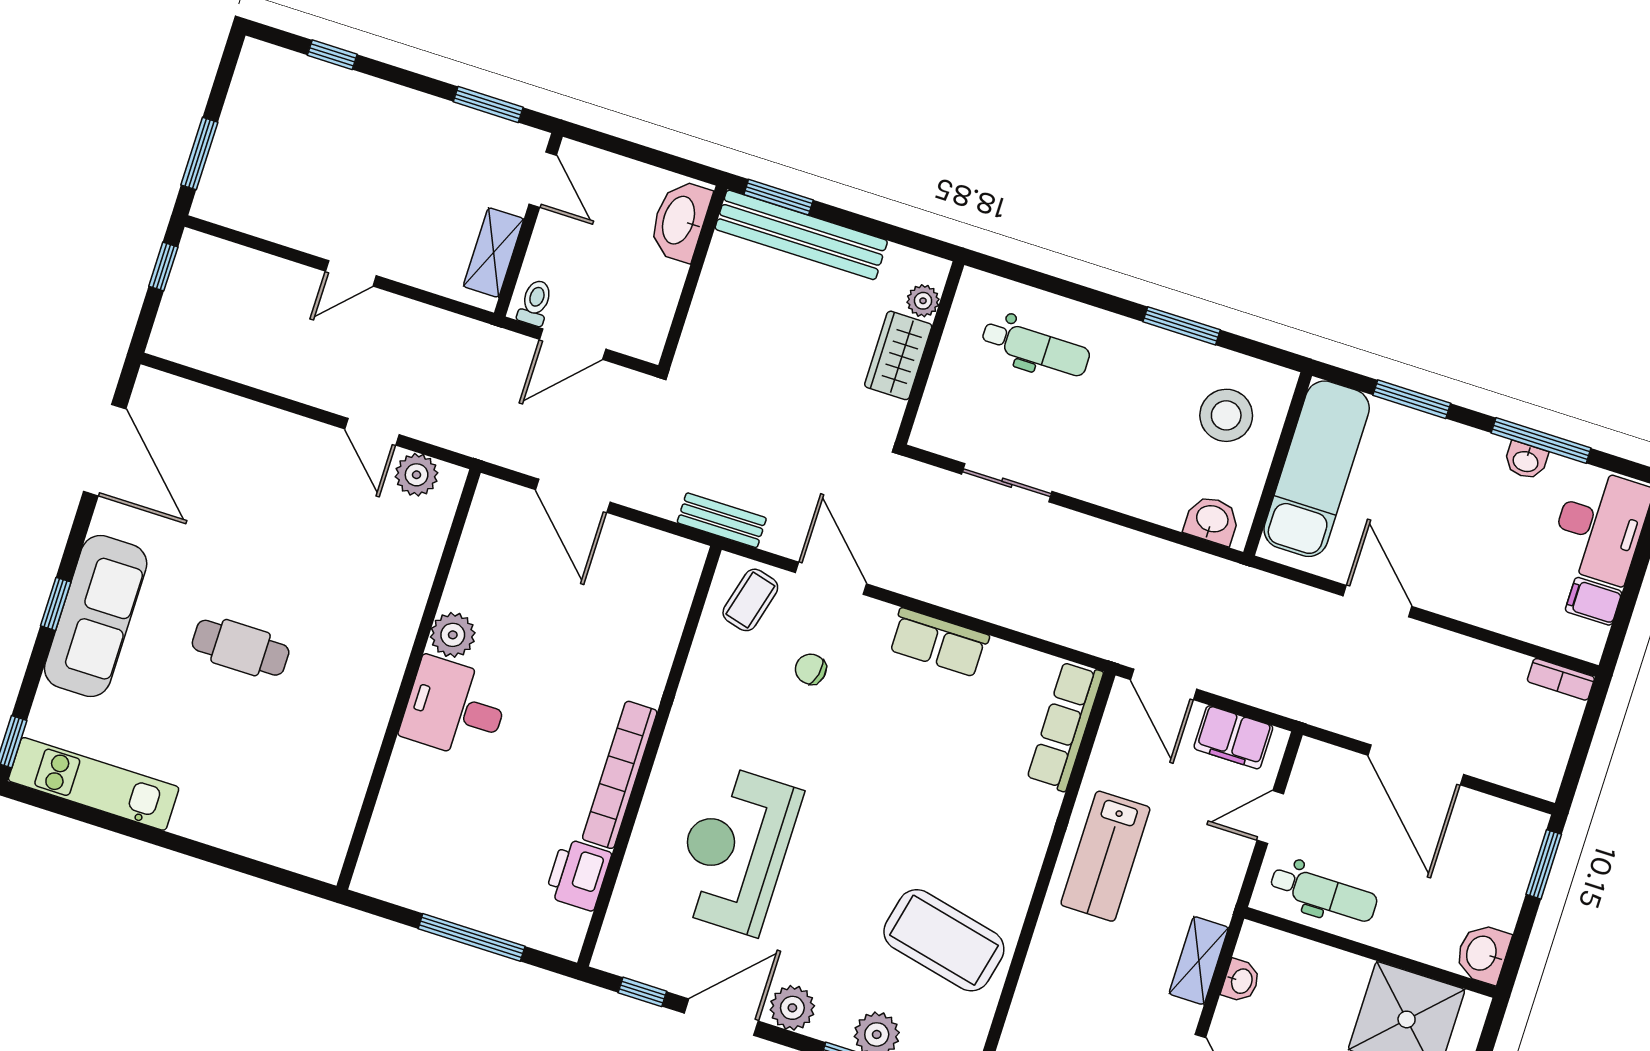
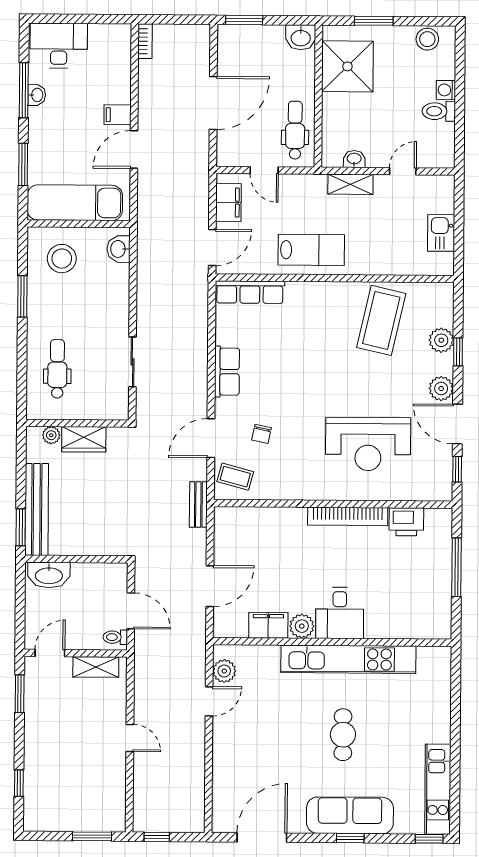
filing cabinet: (473, 577) -> (268, 625), added
filing cabinet: (1594, 601) -> (118, 115), moved, turned 90
kitchen unit: (369, 698) -> (348, 659), added

